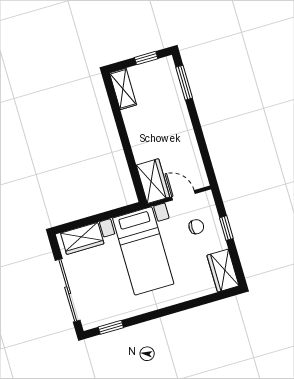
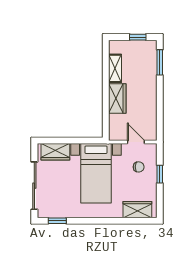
shelving: (123, 89) -> (115, 68), moved
wardrobe: (153, 181) -> (117, 99), moved
wardrobe: (223, 271) -> (137, 210), moved, turned 90

